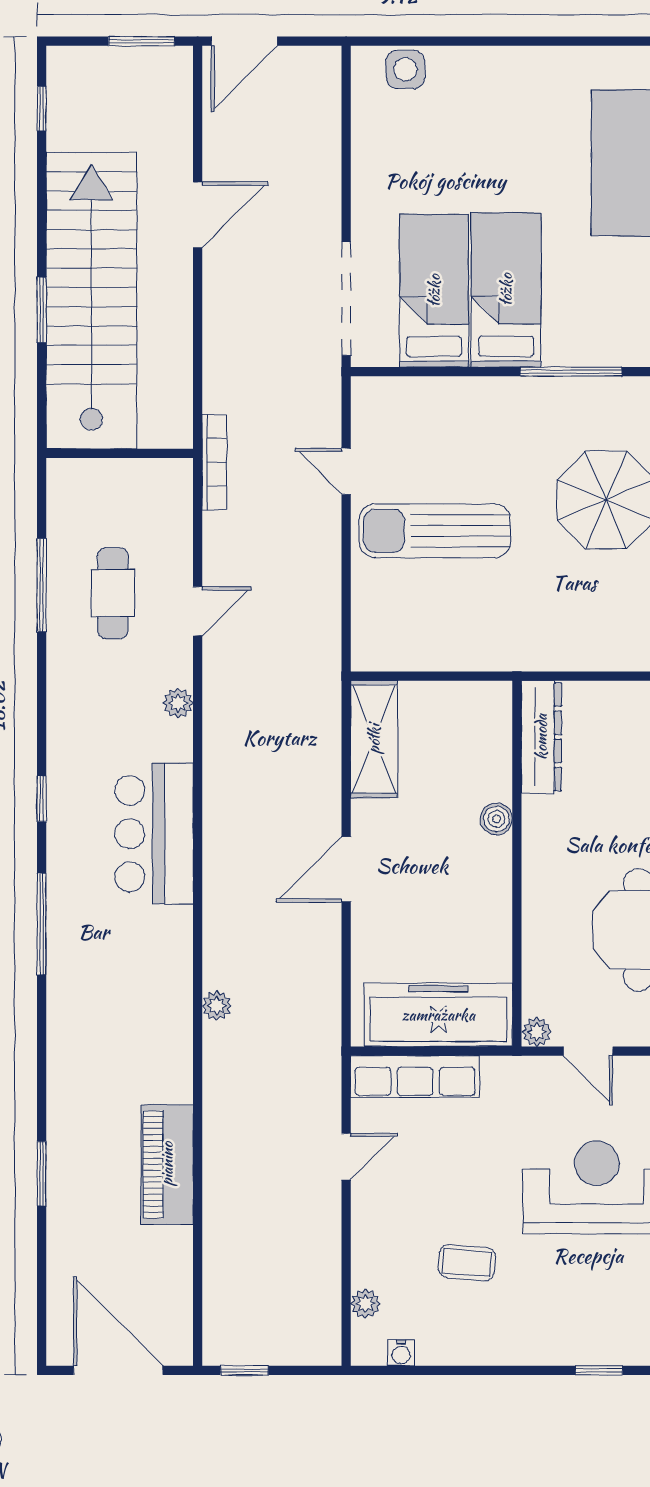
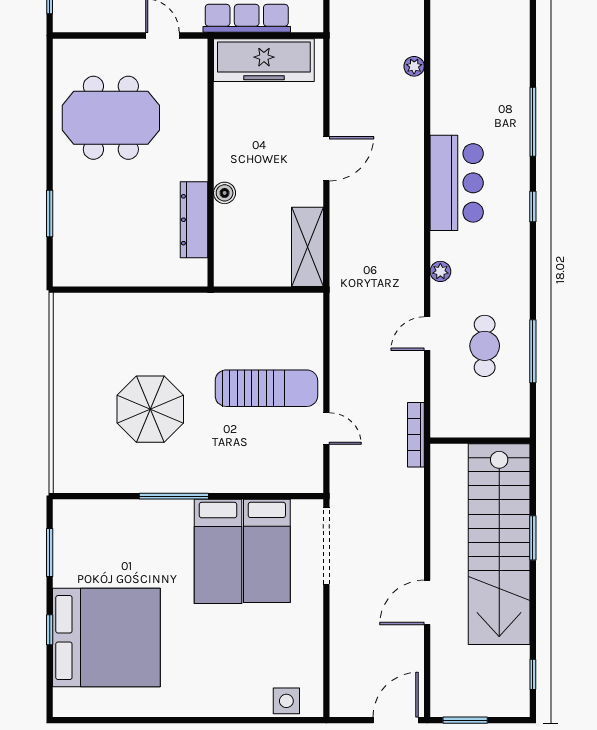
dresser: (541, 737) -> (194, 220), moved
plant: (537, 1032) -> (197, 48), removed
row of seats: (415, 1076) -> (247, 18), moved

